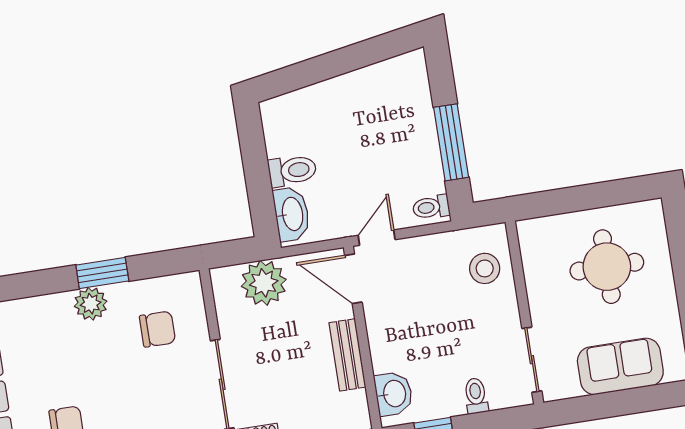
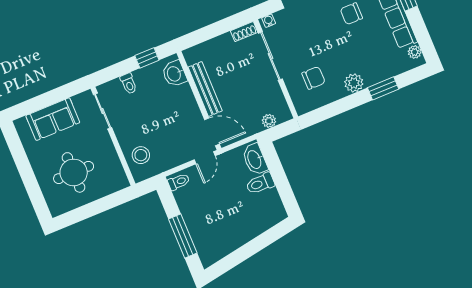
window: (451, 142) -> (183, 236), moved
window: (102, 273) -> (383, 88), moved
plant: (264, 283) -> (269, 121), width x0.53, depth x0.53
chair: (157, 329) -> (314, 78), turned 180
bench: (347, 355) -> (205, 89), width x1.36

